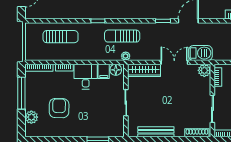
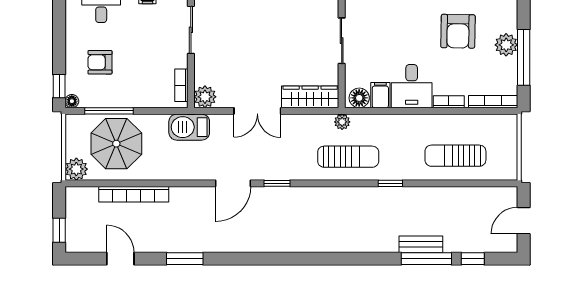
barbecue: (200, 53) -> (189, 127), moved
plant: (31, 117) -> (506, 45), moved

